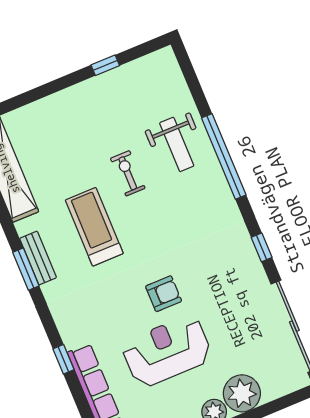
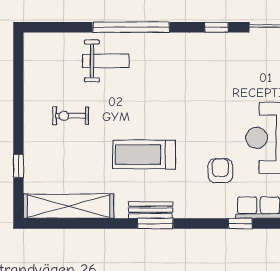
window: (105, 65) -> (18, 166), moved
exercise bike: (128, 173) -> (71, 116), moved
armchair: (164, 294) -> (220, 171), moved

